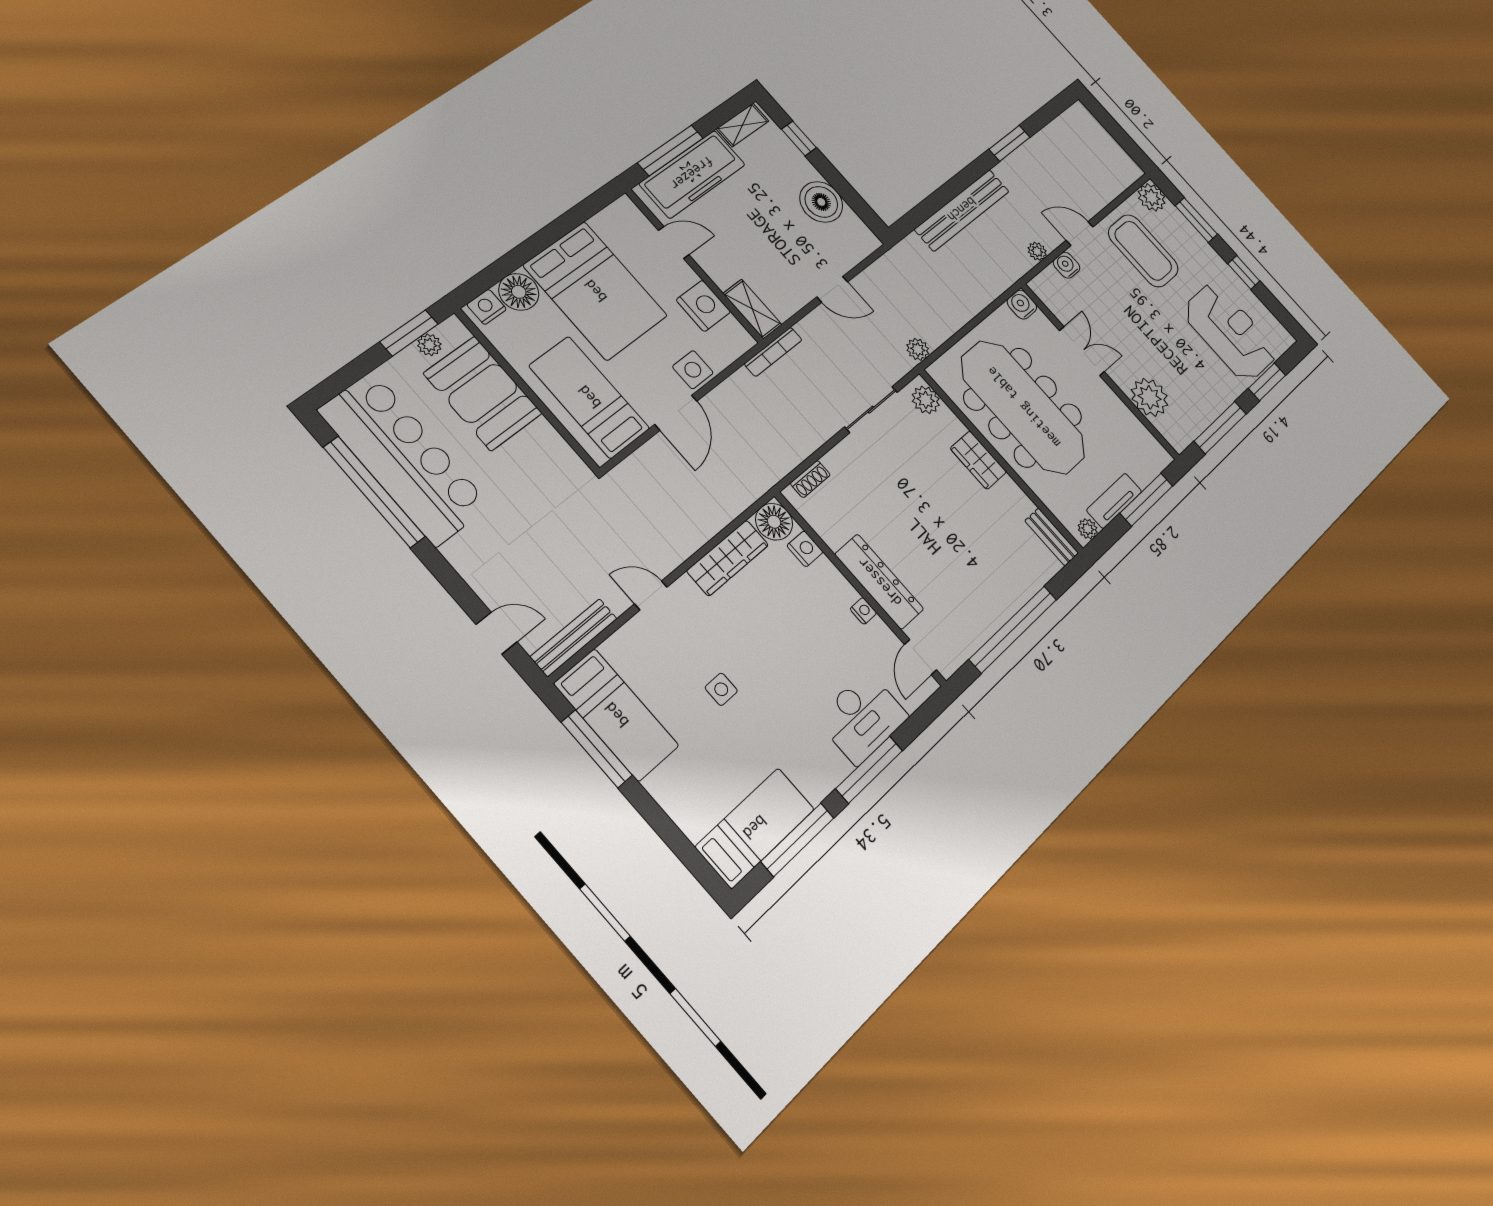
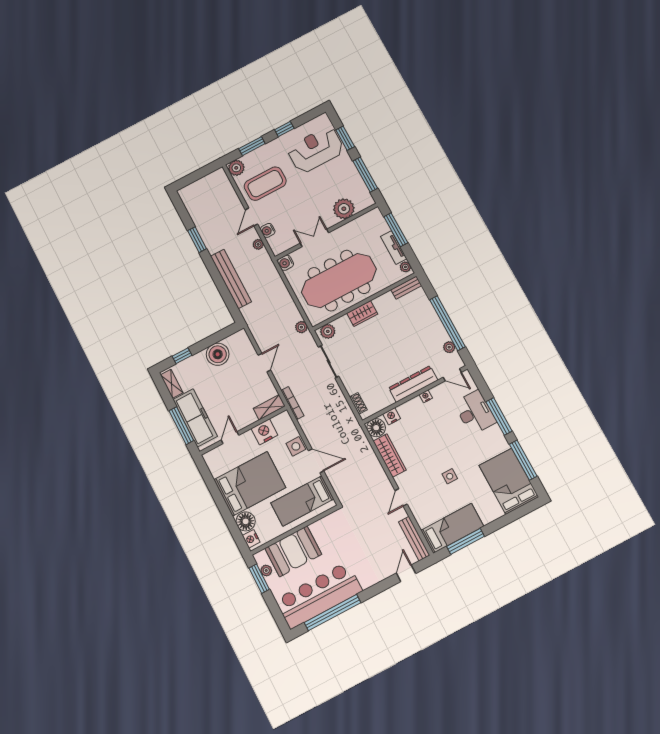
plant: (970, 641) -> (449, 347), added
bed: (755, 828) -> (509, 481), width x1.50

